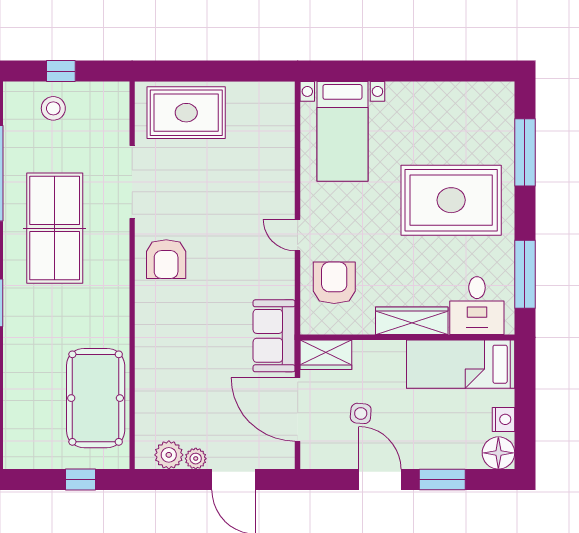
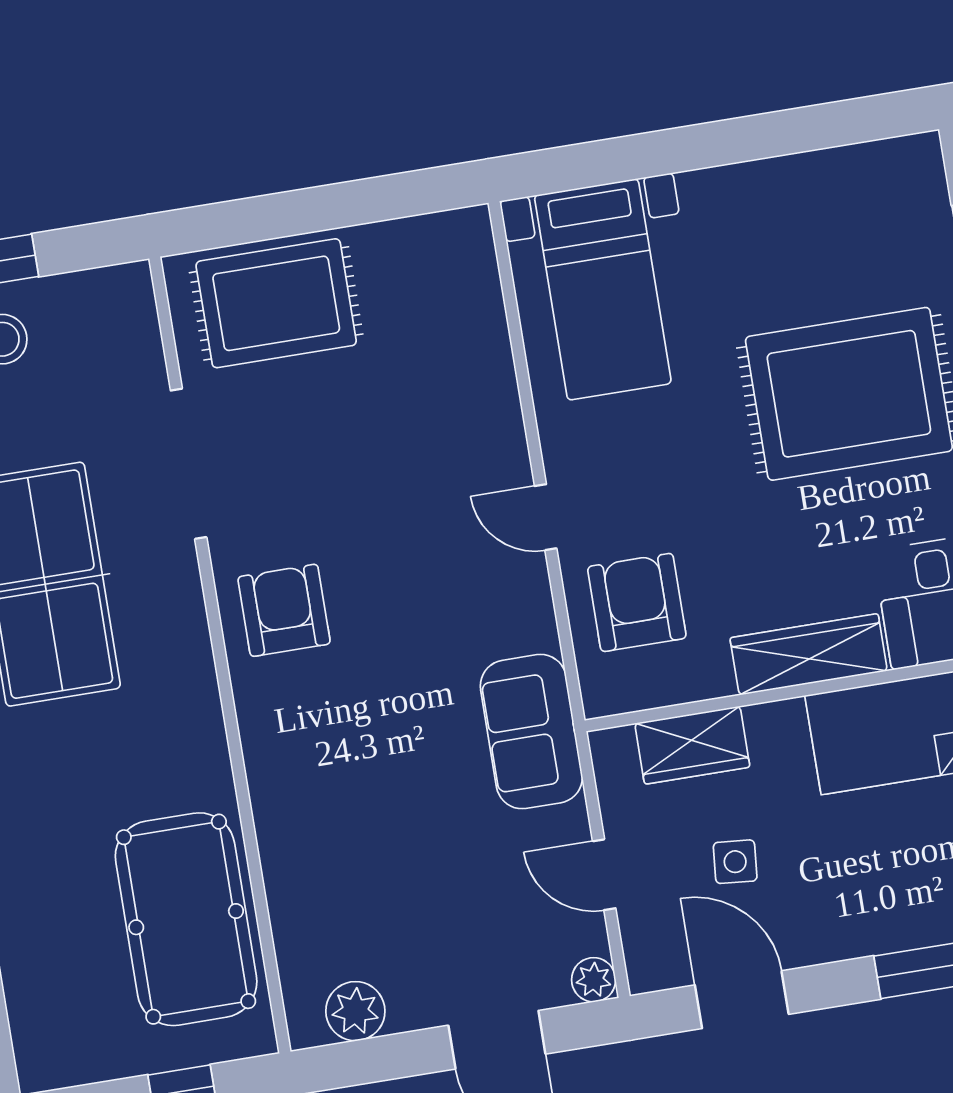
armchair: (166, 259) -> (284, 610), turned 180
wardrobe: (326, 355) -> (692, 745), moved
door: (298, 409) -> (604, 875), width x0.53
plant: (196, 459) -> (594, 980), moved
door: (380, 479) -> (742, 1000), moved

